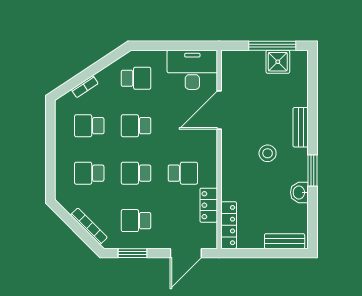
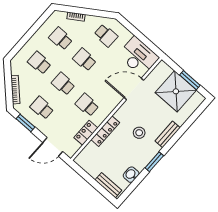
window: (272, 46) -> (190, 80), width x0.69
shower: (278, 62) -> (176, 91), width x1.86, depth x1.86
school desk: (183, 173) -> (87, 105), turned 180
washbasin: (299, 192) -> (131, 175), moved
locker: (229, 225) -> (105, 131), moved

